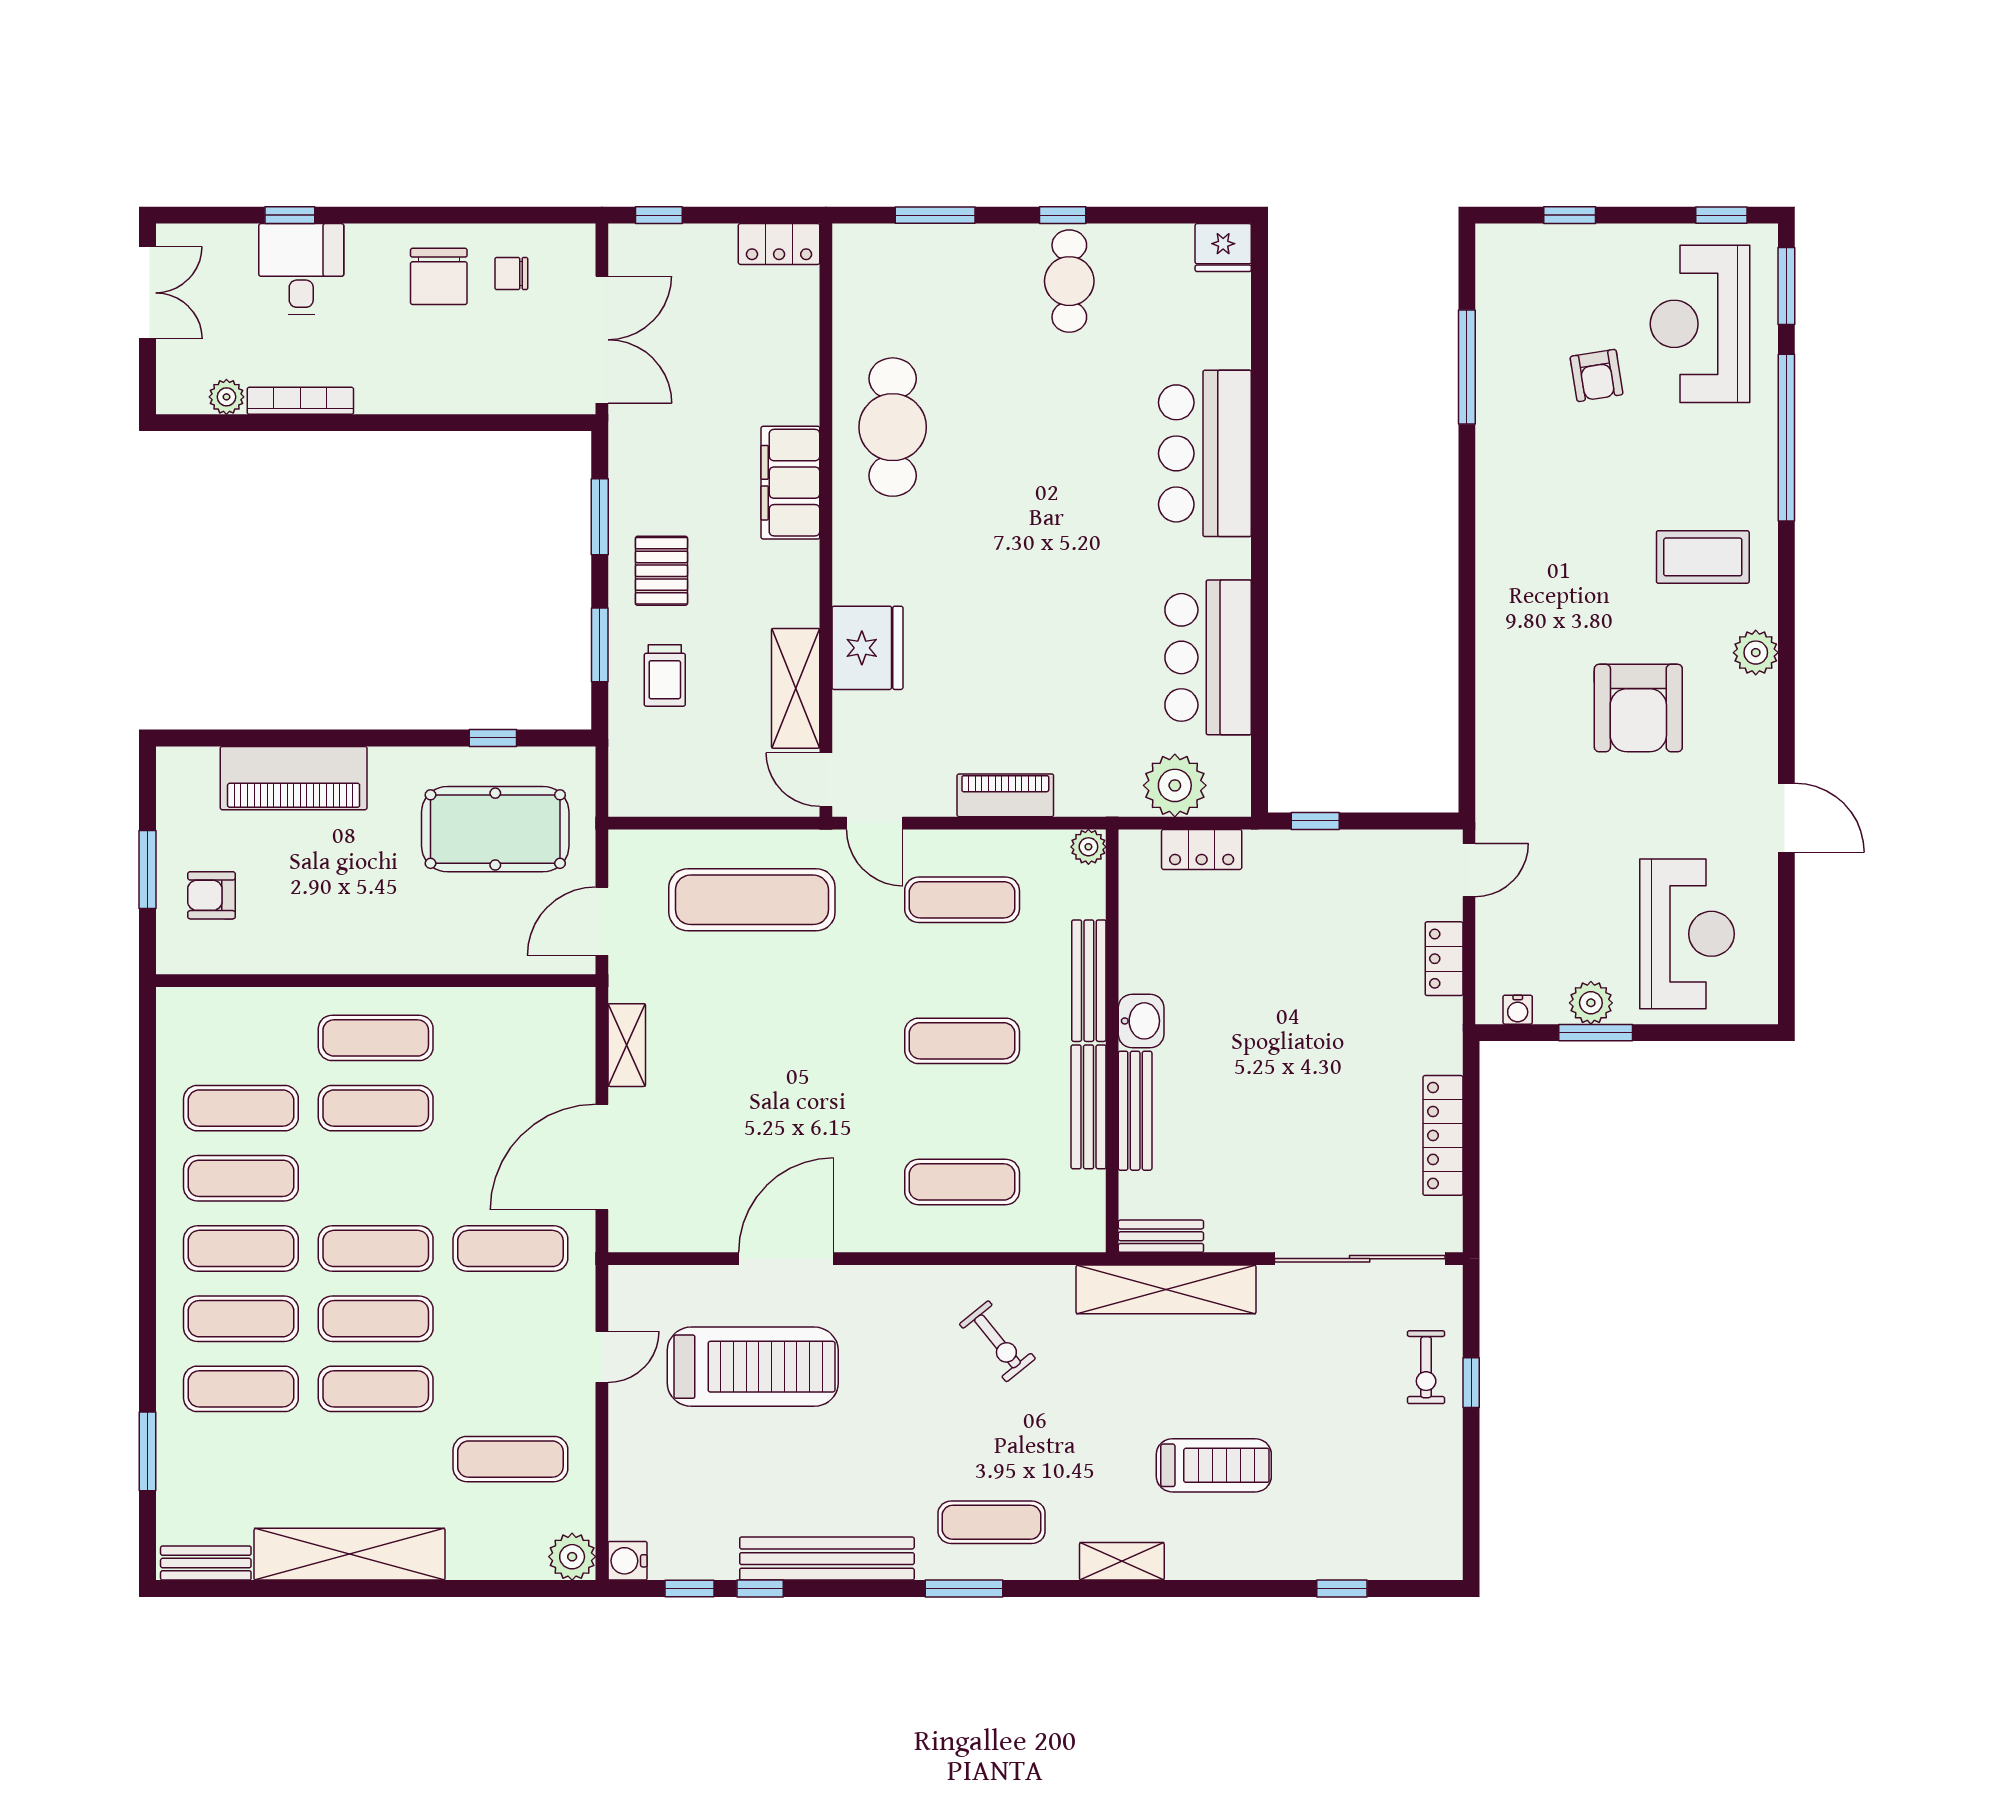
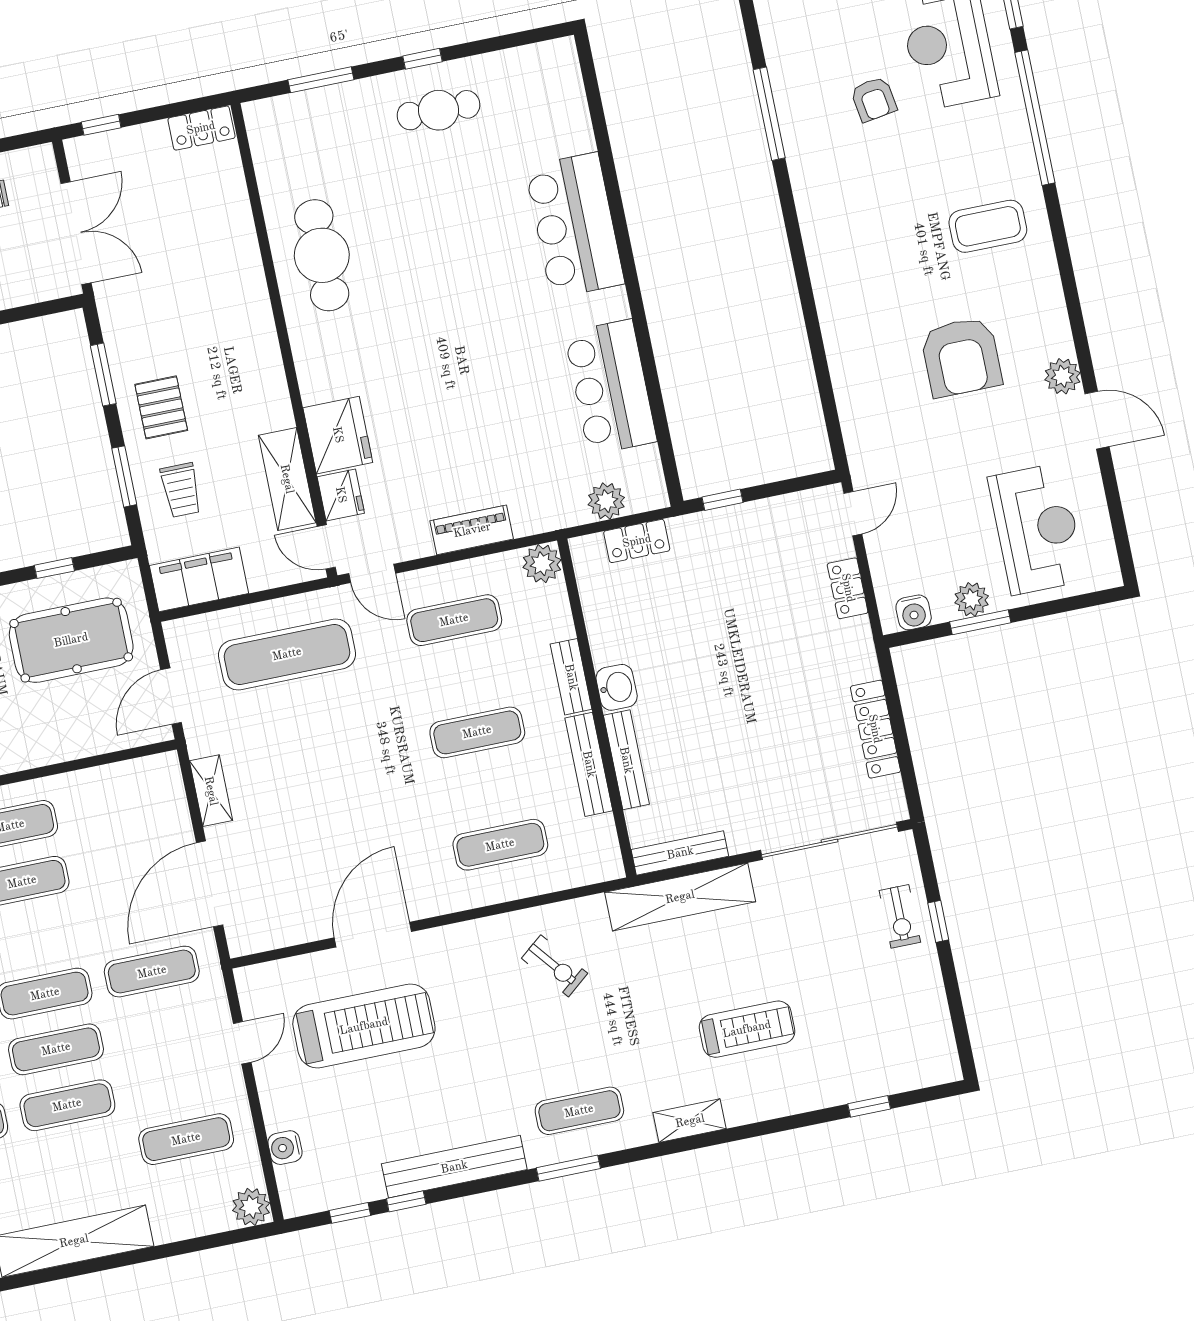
fridge: (1223, 248) -> (341, 495), moved, turned -90
cafe table: (1069, 281) -> (438, 110), turned 90
filing cabinet: (790, 483) -> (199, 579), moved, turned 90
plant: (1756, 653) -> (1063, 376), moved
plant: (1175, 785) -> (606, 501), width x0.73, depth x0.73
plant: (1088, 847) -> (542, 564), width x1.38, depth x1.38
bench: (1089, 981) -> (571, 677), width x0.73
water cooler: (1518, 1010) -> (914, 612), width x1.38, depth x1.38
bench: (1161, 1236) -> (680, 853), width x1.36
water cooler: (628, 1561) -> (285, 1148), moved

